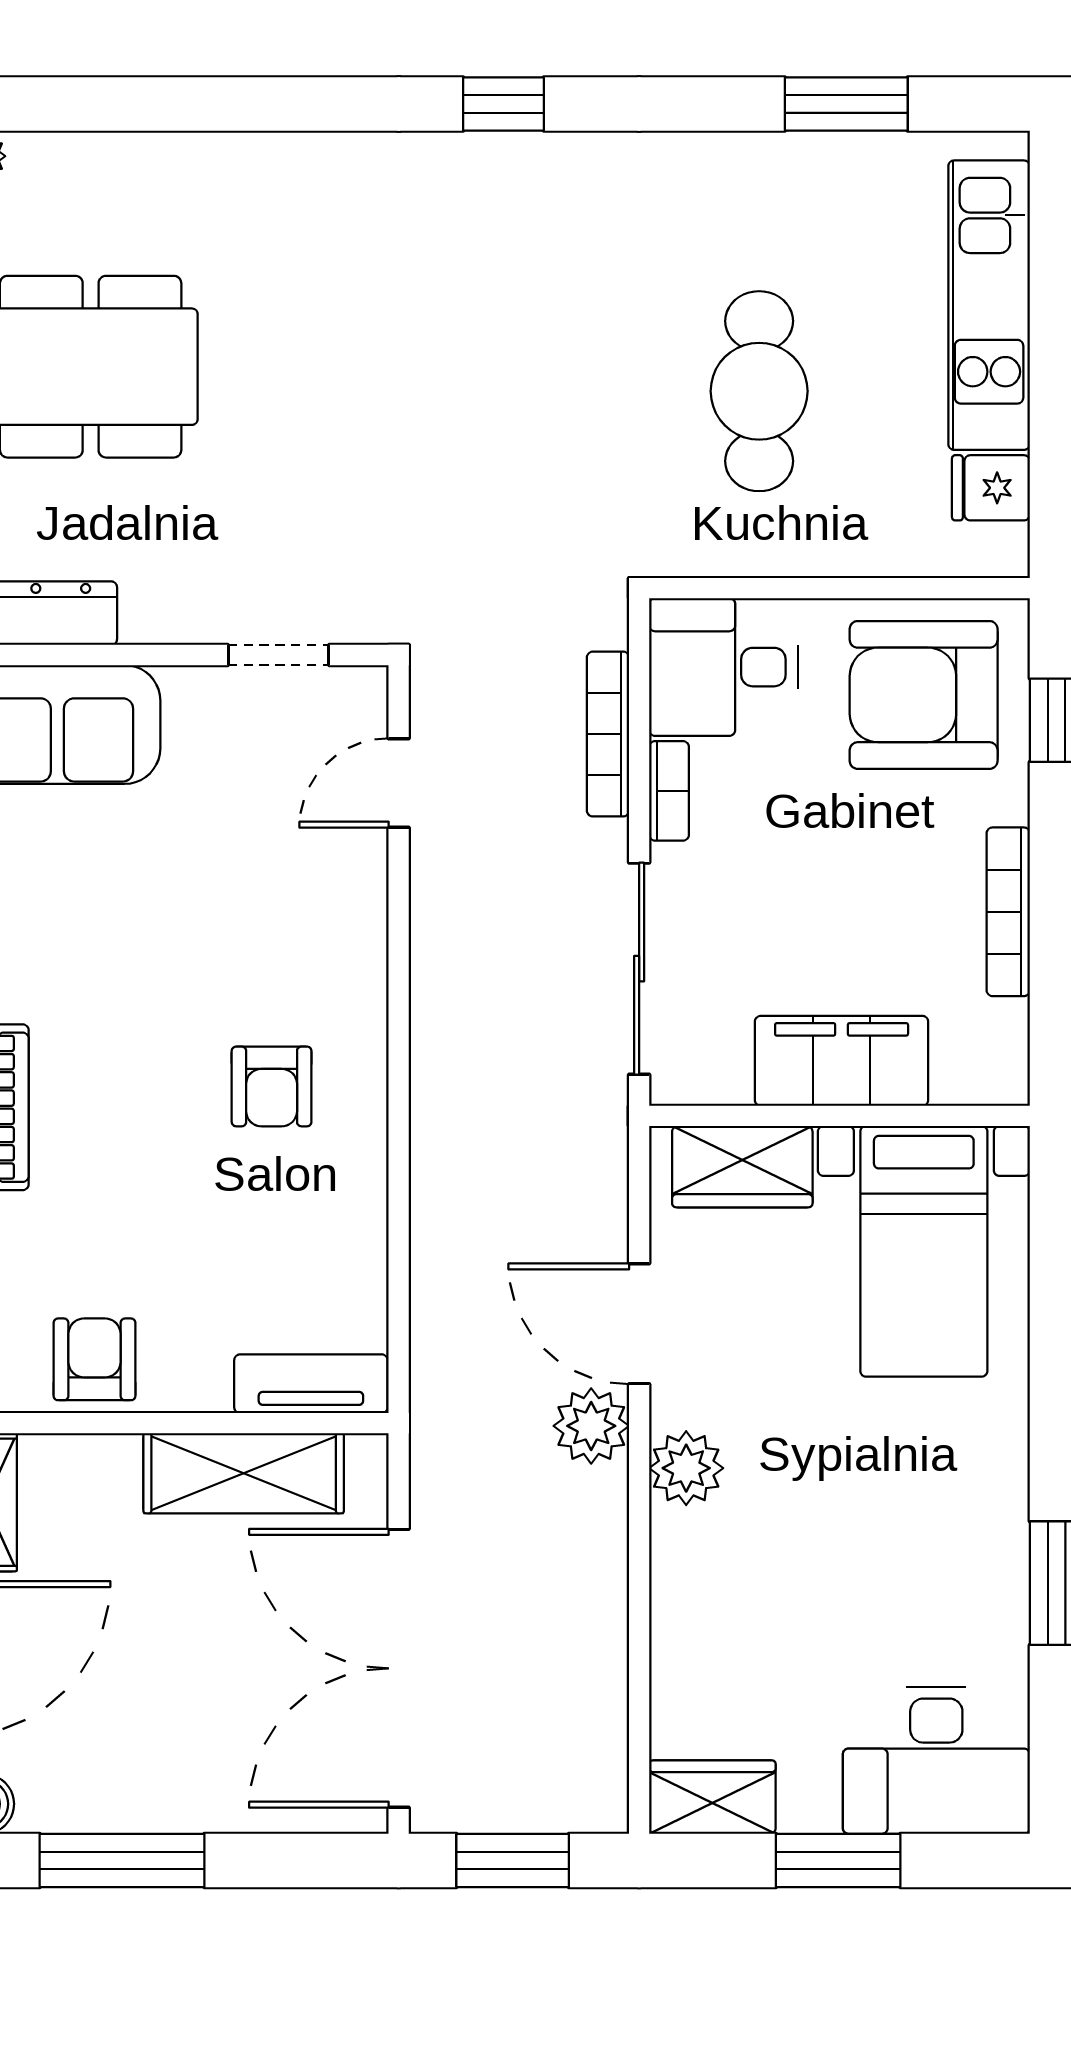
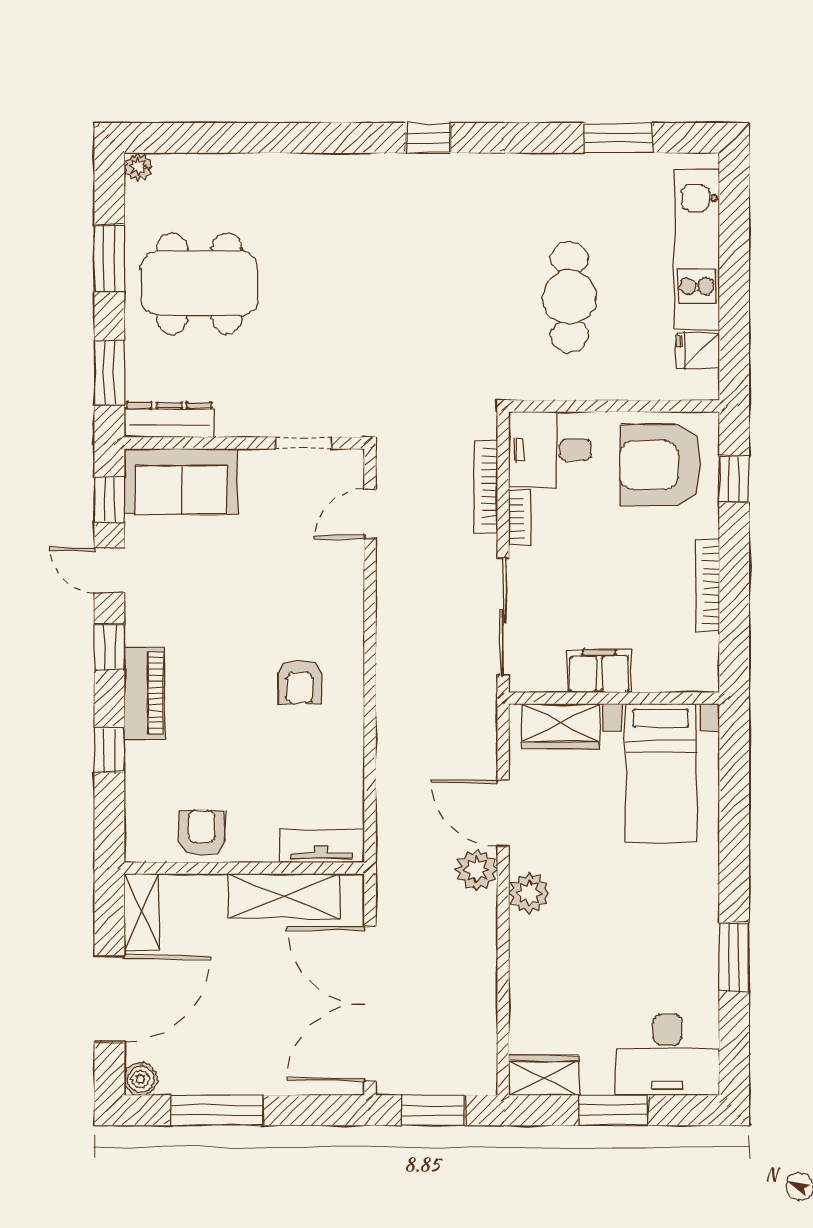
filing cabinet: (842, 1061) -> (599, 671), width x0.67, depth x0.86

